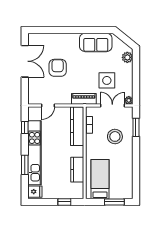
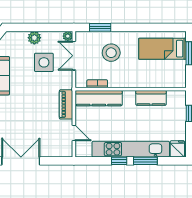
plant: (127, 57) -> (34, 38), moved
armchair: (58, 68) -> (29, 121), removed
piano: (84, 99) -> (66, 104), moved
window: (25, 127) -> (119, 161), moved
bed: (100, 179) -> (162, 49), moved

